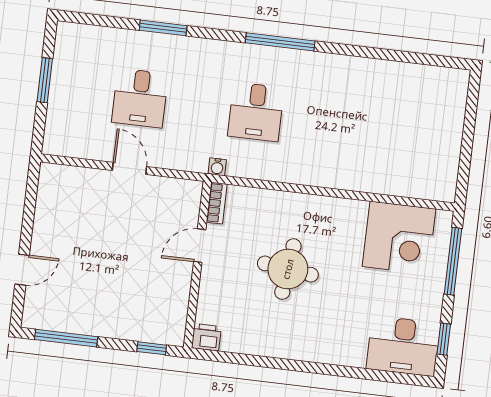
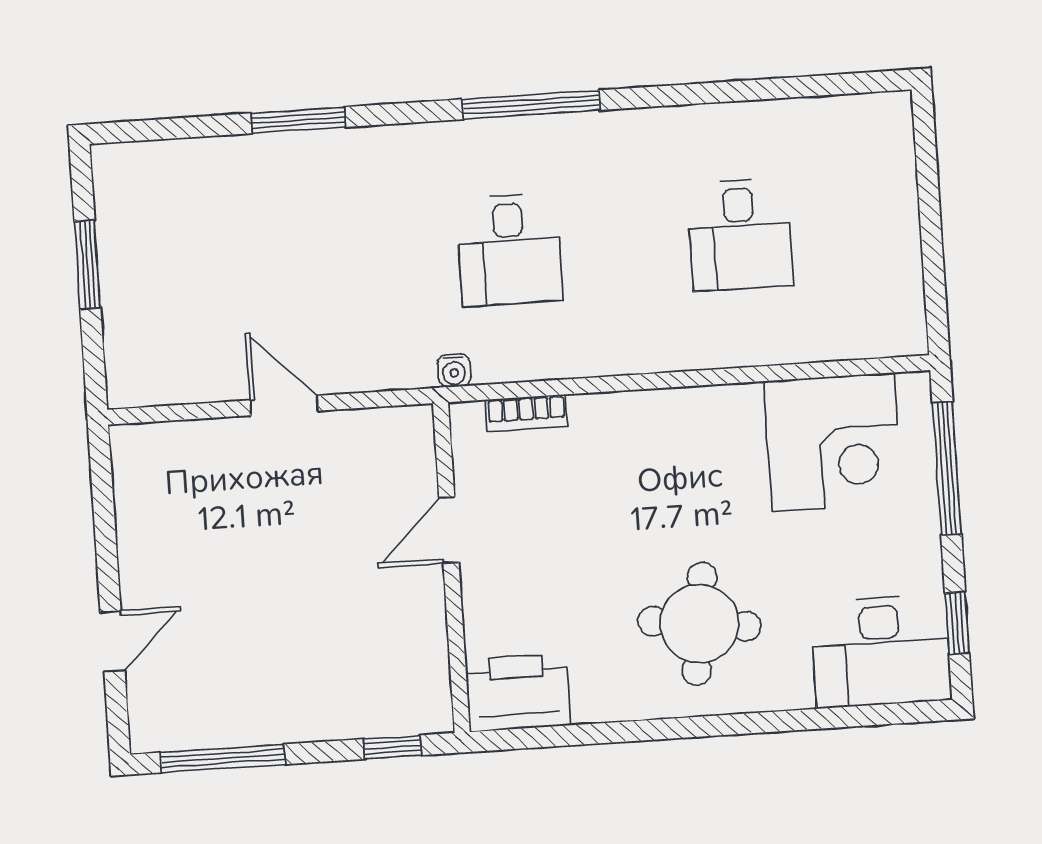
desk: (140, 98) -> (740, 234), moved
bookcase: (217, 203) -> (526, 413), moved, turned 90
round table: (288, 269) -> (699, 624), moved
printer: (206, 337) -> (518, 692), width x1.87, depth x1.48

